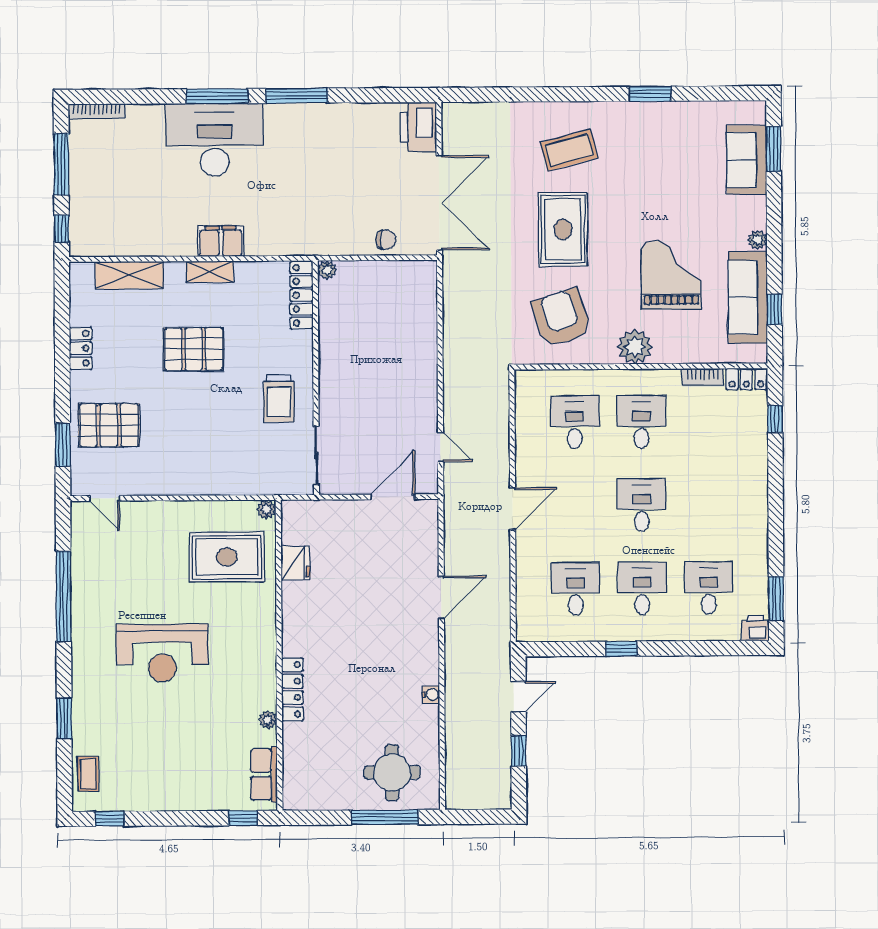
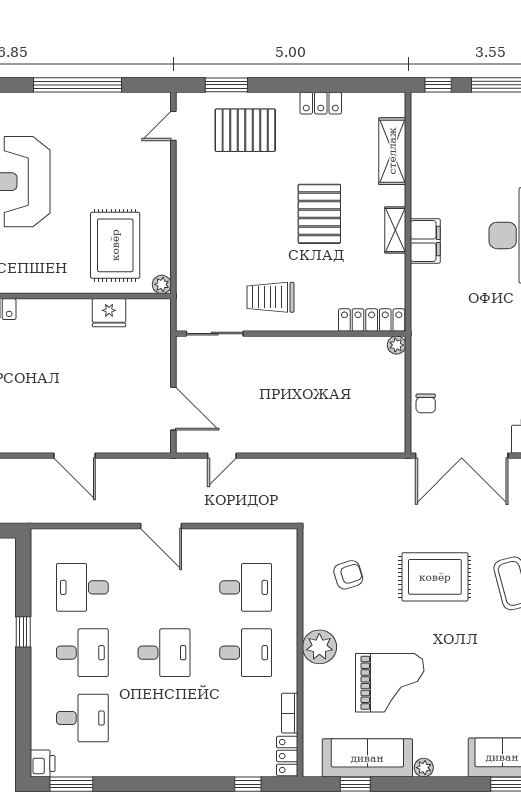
armchair: (561, 318) -> (348, 575), width x0.53, depth x0.53
pallet: (109, 425) -> (245, 130), turned 90
desk: (576, 589) -> (82, 587), turned 180

